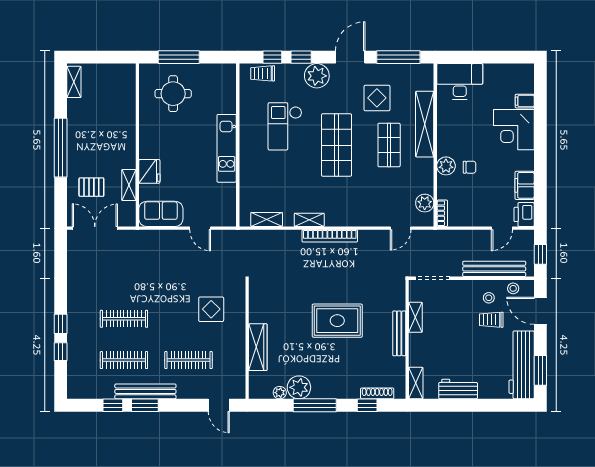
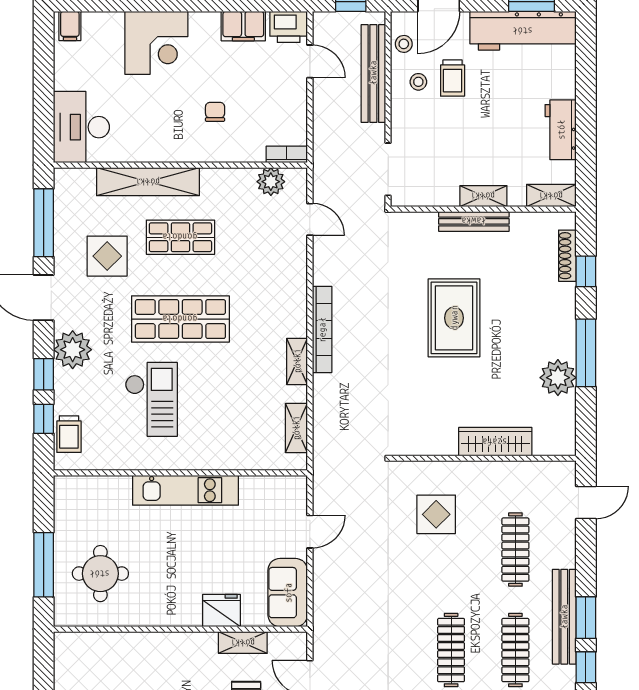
filing cabinet: (525, 101) -> (70, 26), moved
checkout: (285, 126) -> (151, 399), turned -90
plant: (446, 166) -> (213, 149), removed
shelving: (415, 317) -> (483, 196), moved
plant: (280, 393) -> (566, 407), removed

